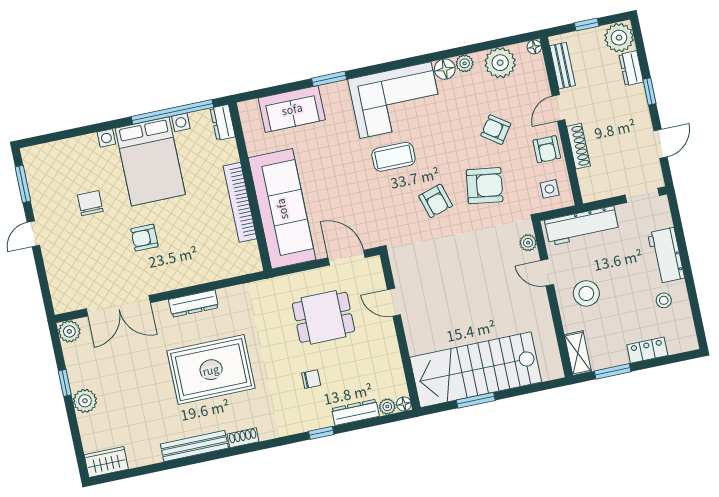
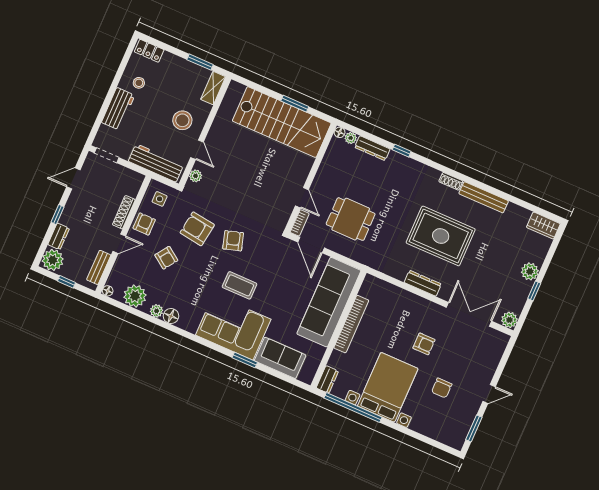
corner sofa: (396, 100) -> (233, 327), moved
bookcase: (377, 273) -> (300, 223), added
locker: (647, 350) -> (149, 51), moved
chair: (311, 379) -> (385, 187), removed

